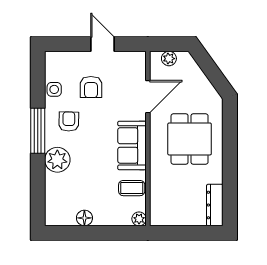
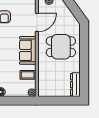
dining table: (190, 139) -> (61, 47), turned 90

